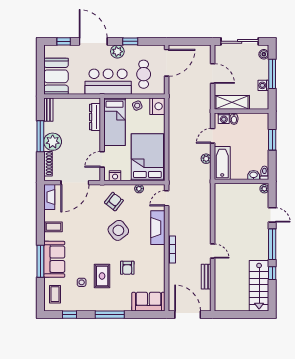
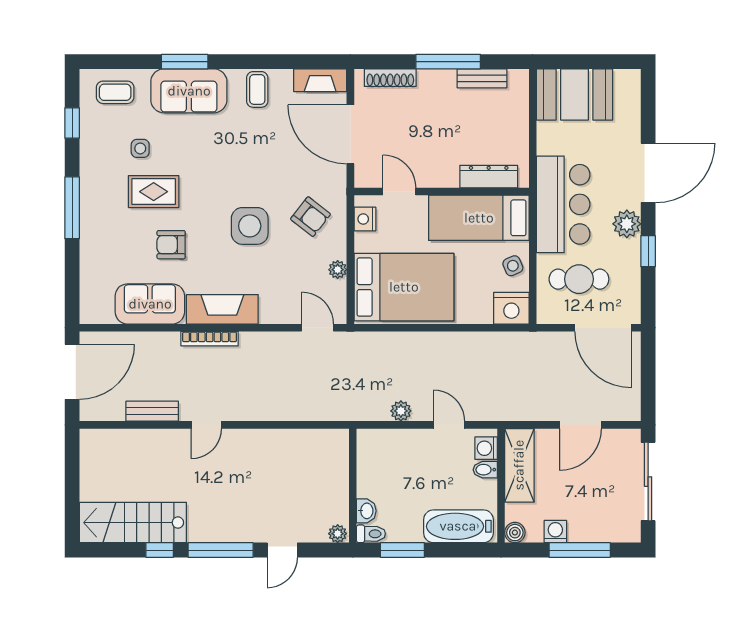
window: (64, 41) -> (648, 111), removed
boiler: (264, 54) -> (515, 533), moved
bench: (48, 110) -> (482, 78), moved
window: (272, 140) -> (402, 550), moved
plant: (53, 142) -> (437, 87), removed
bathtub: (222, 163) -> (458, 526), moved, turned 180
fireplace: (158, 228) -> (222, 309), moved
side table: (118, 230) -> (250, 226), turned 38
window: (40, 261) -> (185, 62), width x0.69
sofa: (148, 302) -> (150, 304), moved, turned -90

